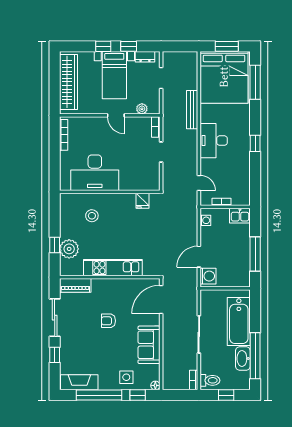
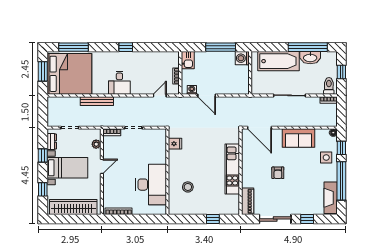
window: (103, 46) -> (43, 189), moved
desk: (214, 141) -> (119, 83), width x0.73
plant: (69, 249) -> (216, 206), removed
door: (199, 257) -> (207, 95), moved
washing machine: (208, 276) -> (242, 58), moved, turned -90

